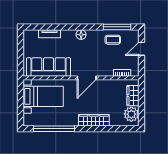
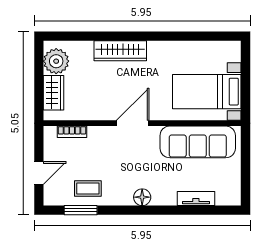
window: (117, 27) -> (81, 210), width x0.69
window: (54, 129) -> (188, 36), removed

